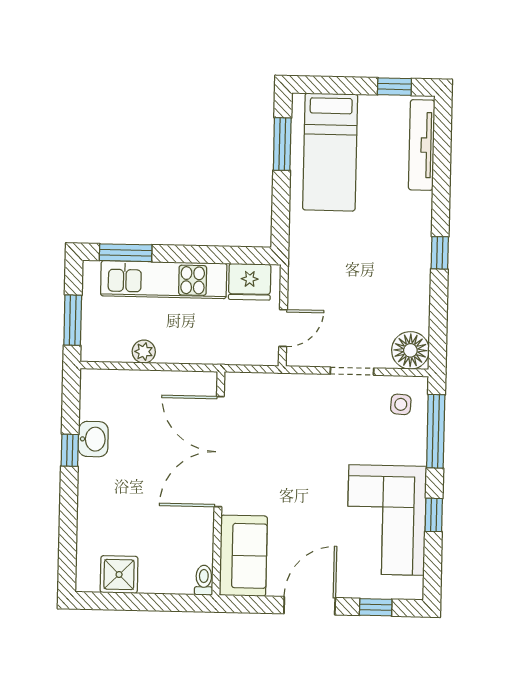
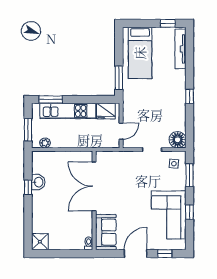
window: (282, 144) -> (119, 78), moved
plant: (144, 352) -> (45, 143), moved
window: (436, 431) -> (190, 175), width x0.69
shower: (119, 574) -> (40, 242), moved

